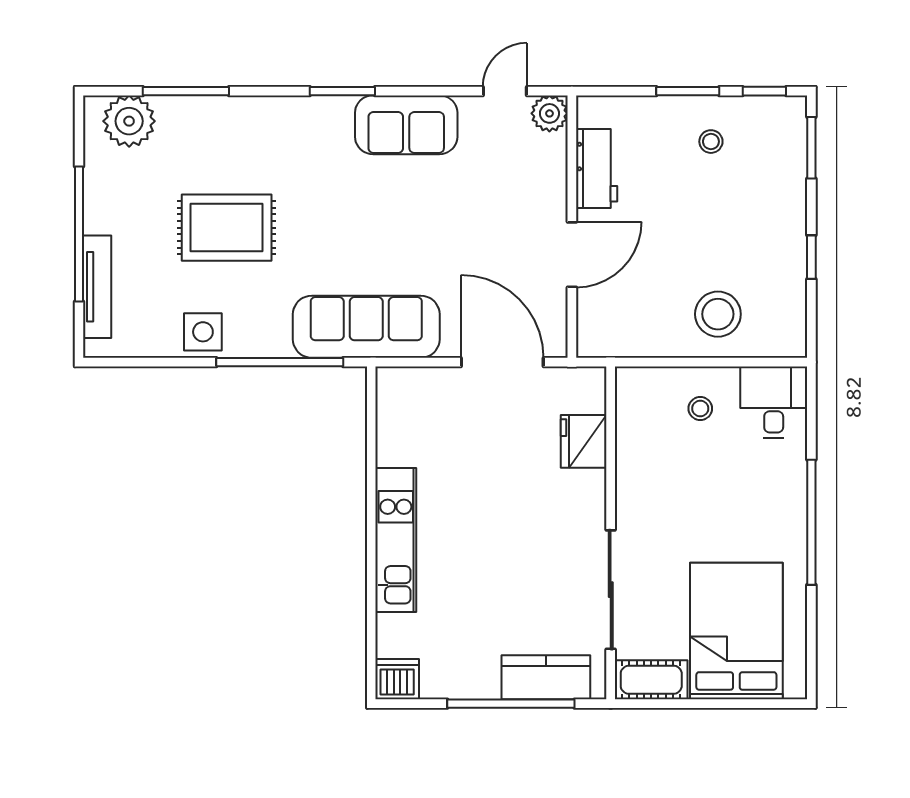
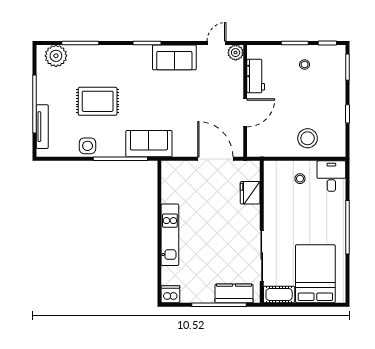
sofa: (366, 327) -> (149, 144), width x0.73

